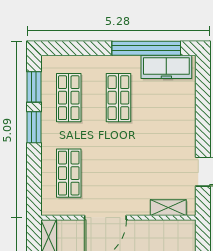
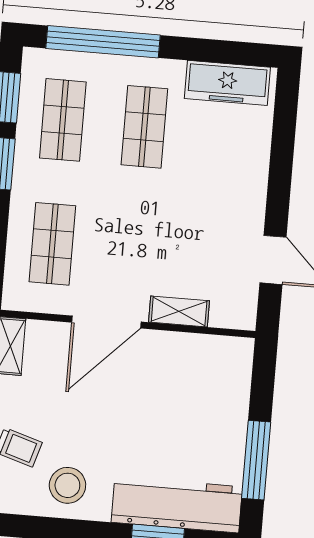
window: (146, 48) -> (103, 42), moved
shelving: (168, 208) -> (179, 311), moved

